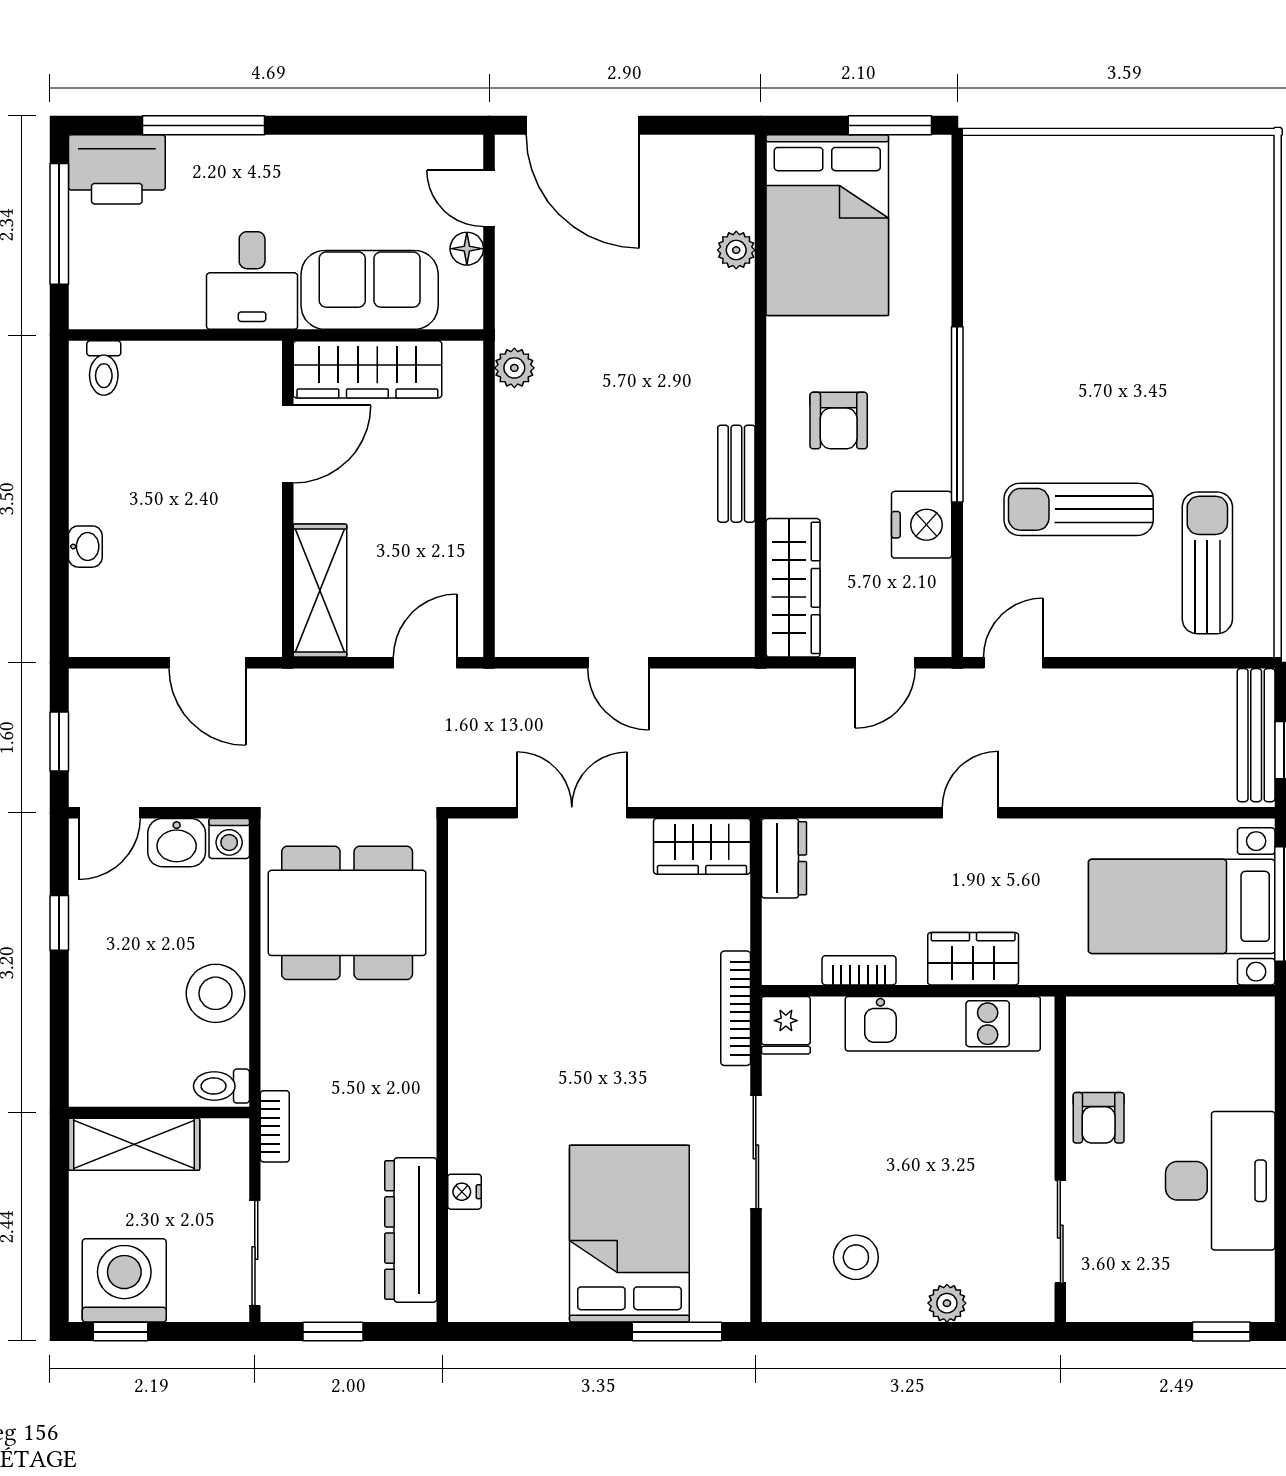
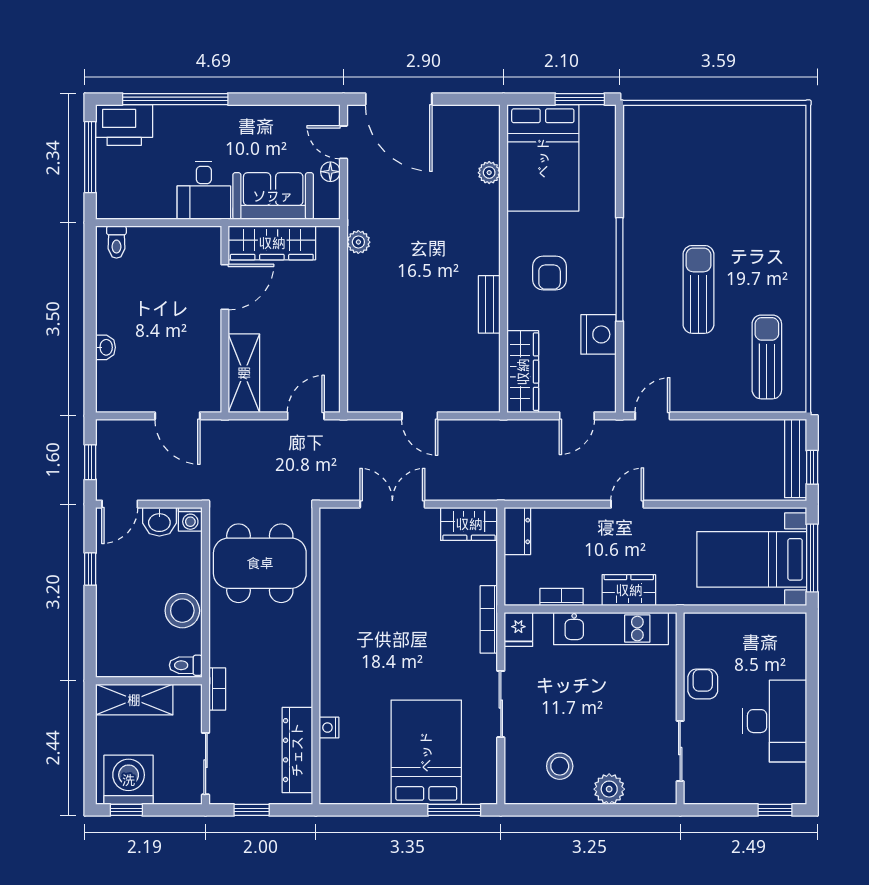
window: (203, 125) -> (175, 99), width x1.46
sun lounger: (1079, 509) -> (698, 289), moved, turned 90
armchair: (1099, 1118) -> (703, 684), turned 180
plant: (947, 1303) -> (609, 789), width x1.38, depth x1.38

